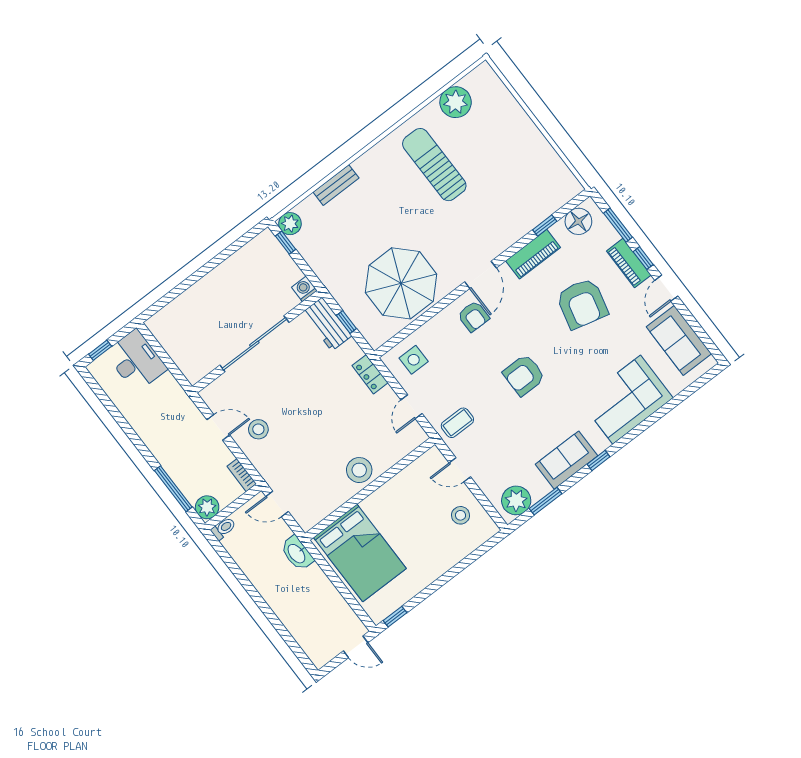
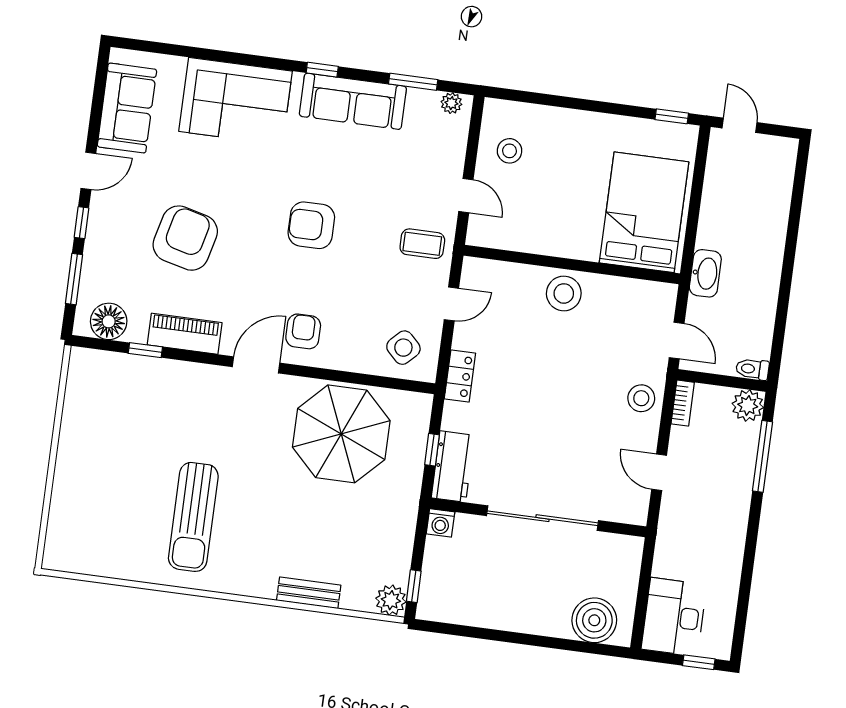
plant: (456, 102) -> (112, 557), removed
piano: (629, 263) -> (100, 232), removed
boiler: (175, 318) -> (594, 620), added
side table: (414, 360) -> (403, 348), turned 45
armchair: (524, 375) -> (311, 225), turned 180
stool: (258, 429) -> (641, 398), moved
sofa: (566, 460) -> (353, 101), width x1.36
plant: (516, 500) -> (451, 103), width x0.53, depth x0.53

